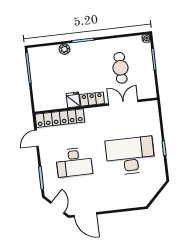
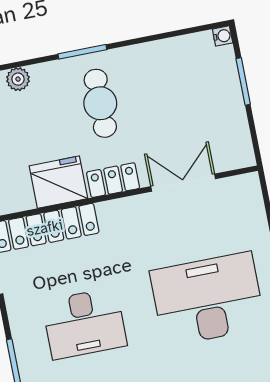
plant: (64, 49) -> (18, 79), moved
cafe table: (120, 68) -> (100, 103), moved
fridge: (73, 100) -> (58, 182), width x1.88, depth x1.34

